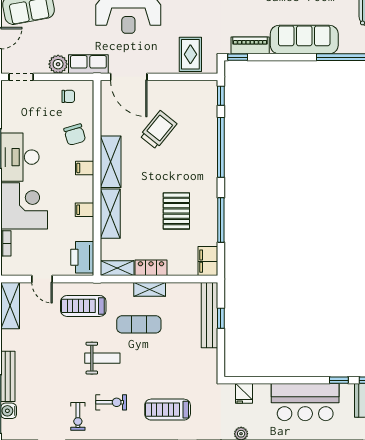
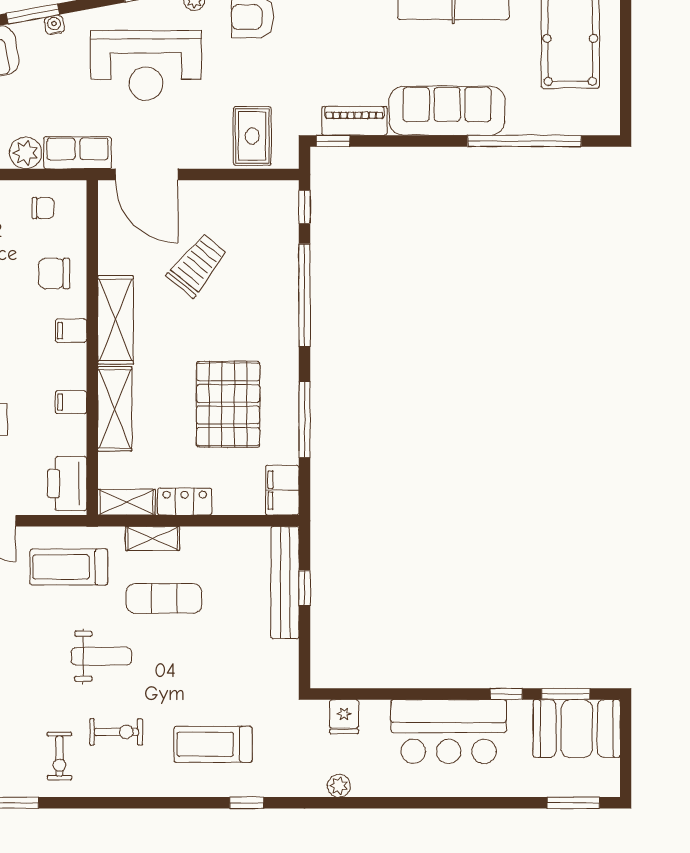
chair: (75, 135) -> (54, 274), turned 106
pallet: (176, 211) -> (228, 404), width x1.37, depth x1.41
shelving: (150, 289) -> (153, 538), moved

